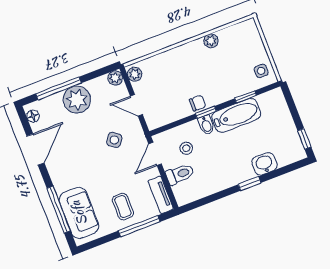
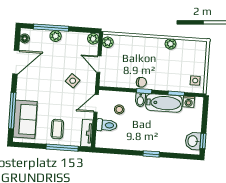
plant: (77, 100) -> (56, 36), width x0.53, depth x0.53
washing machine: (265, 100) -> (189, 102), added
washbasin: (264, 164) -> (193, 141), moved, turned -90

